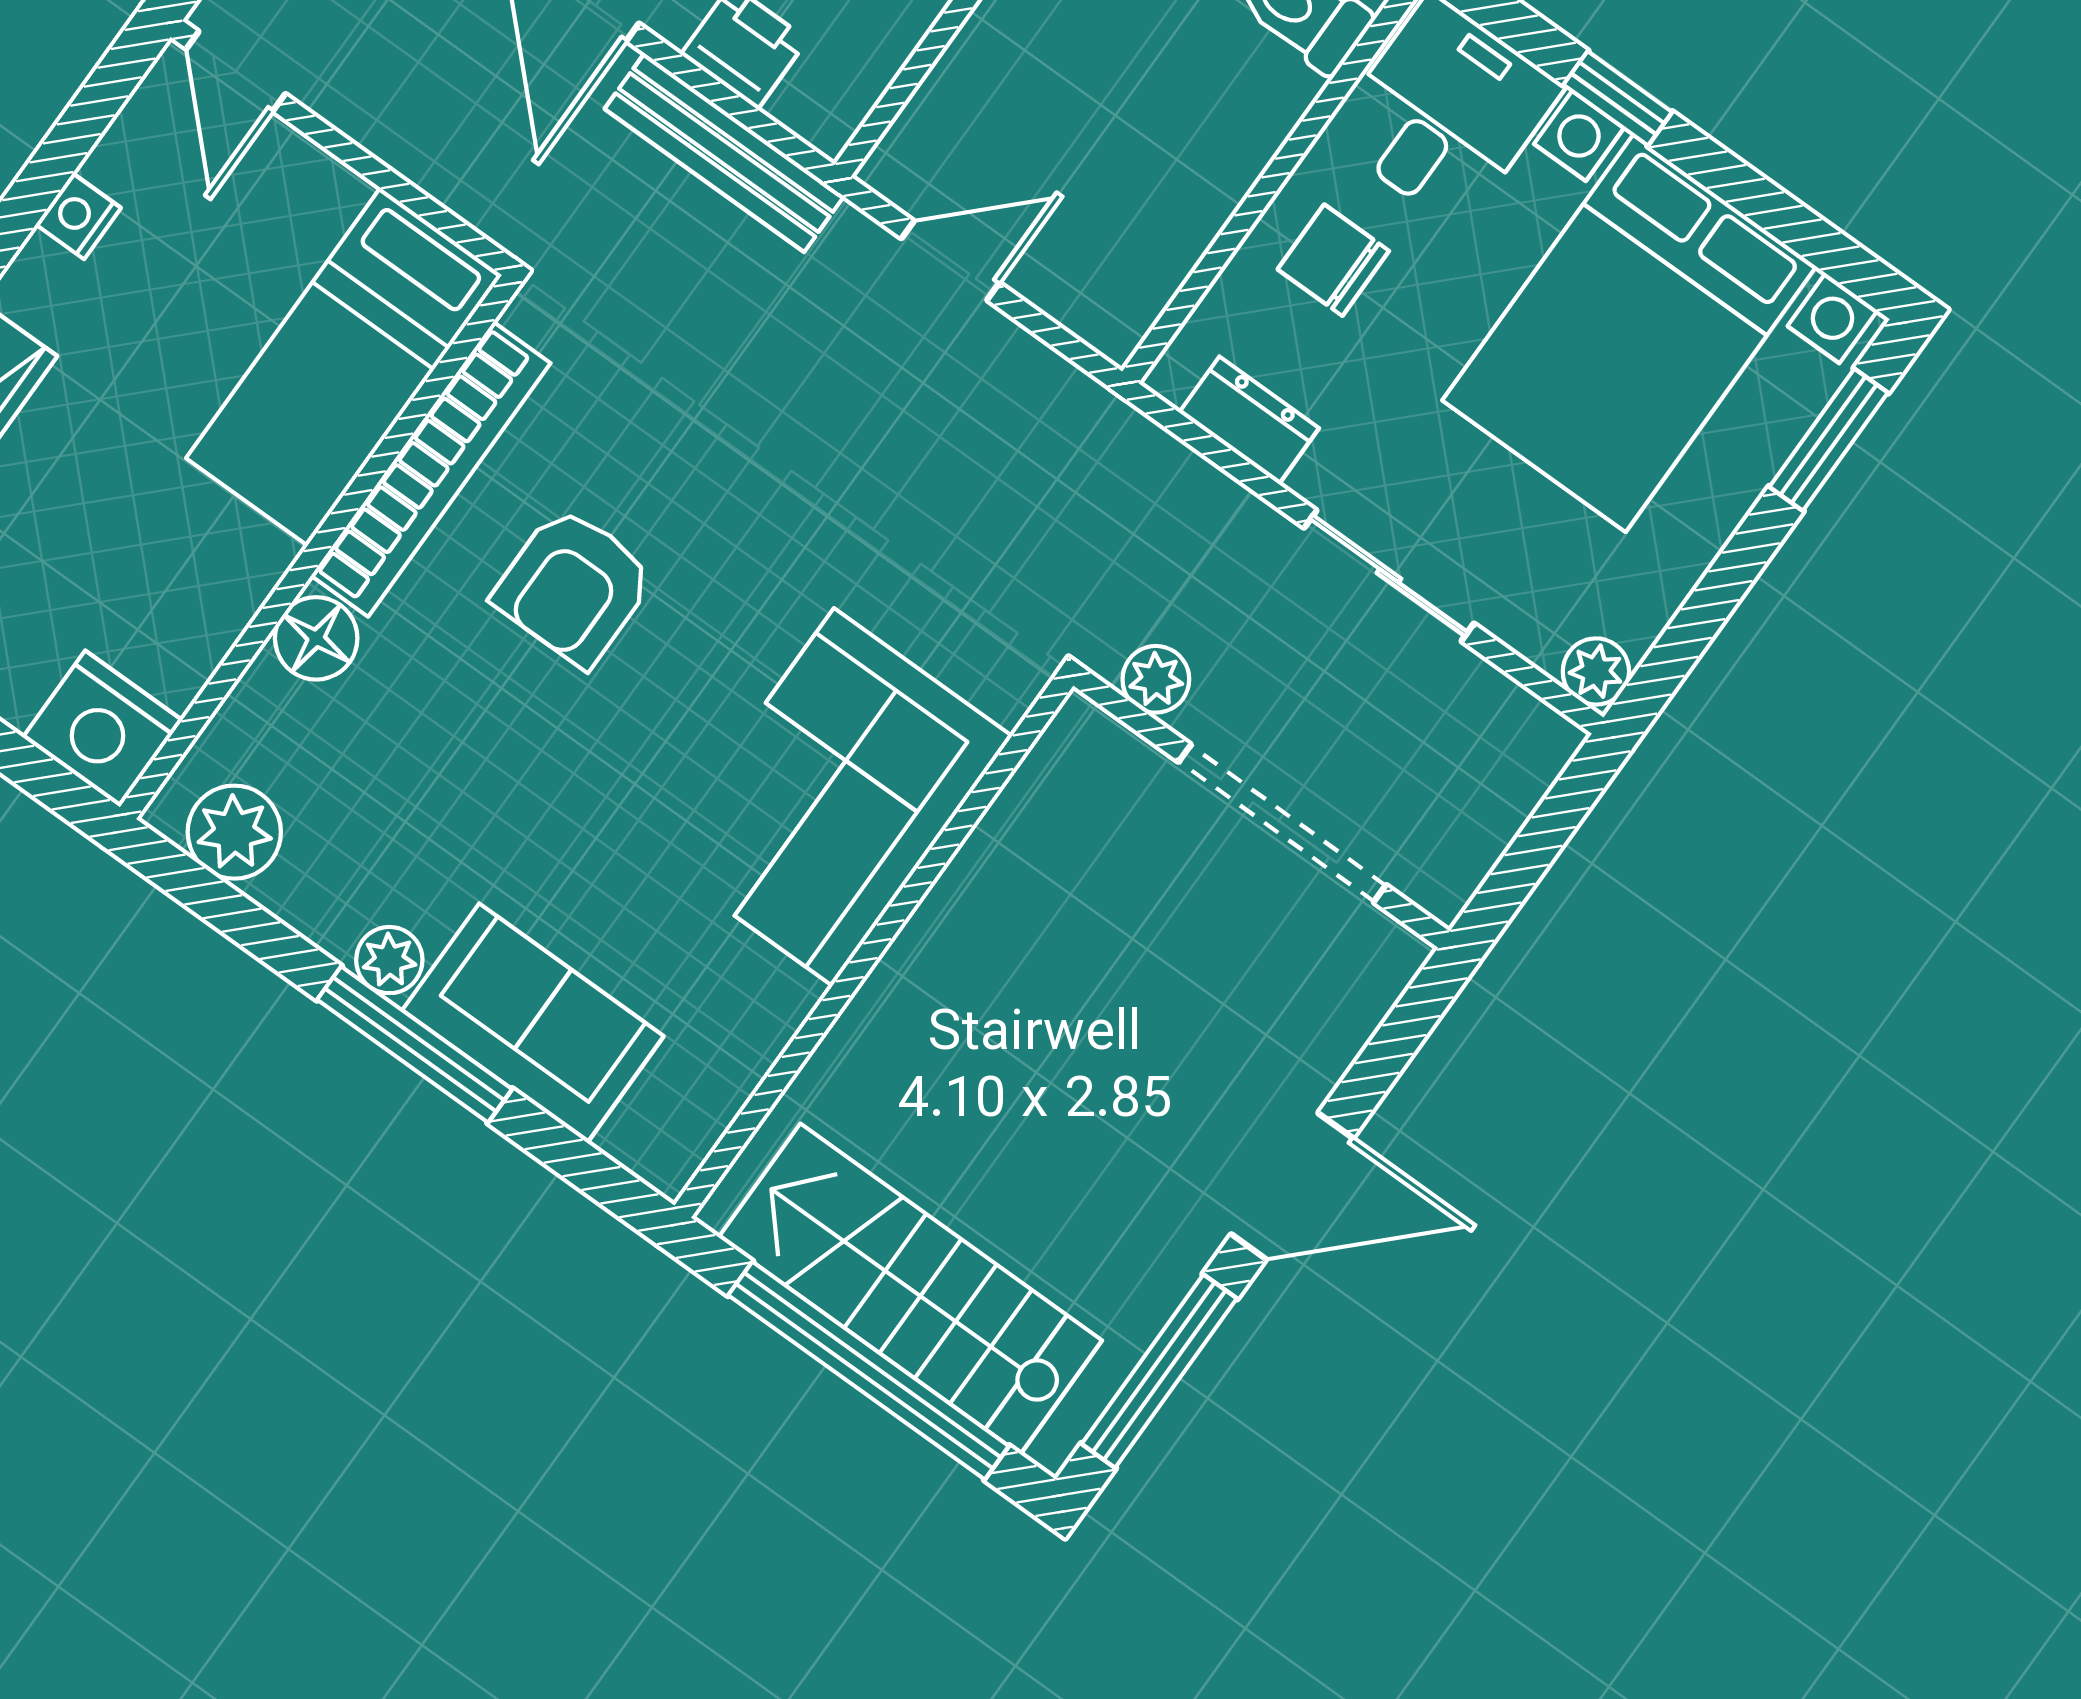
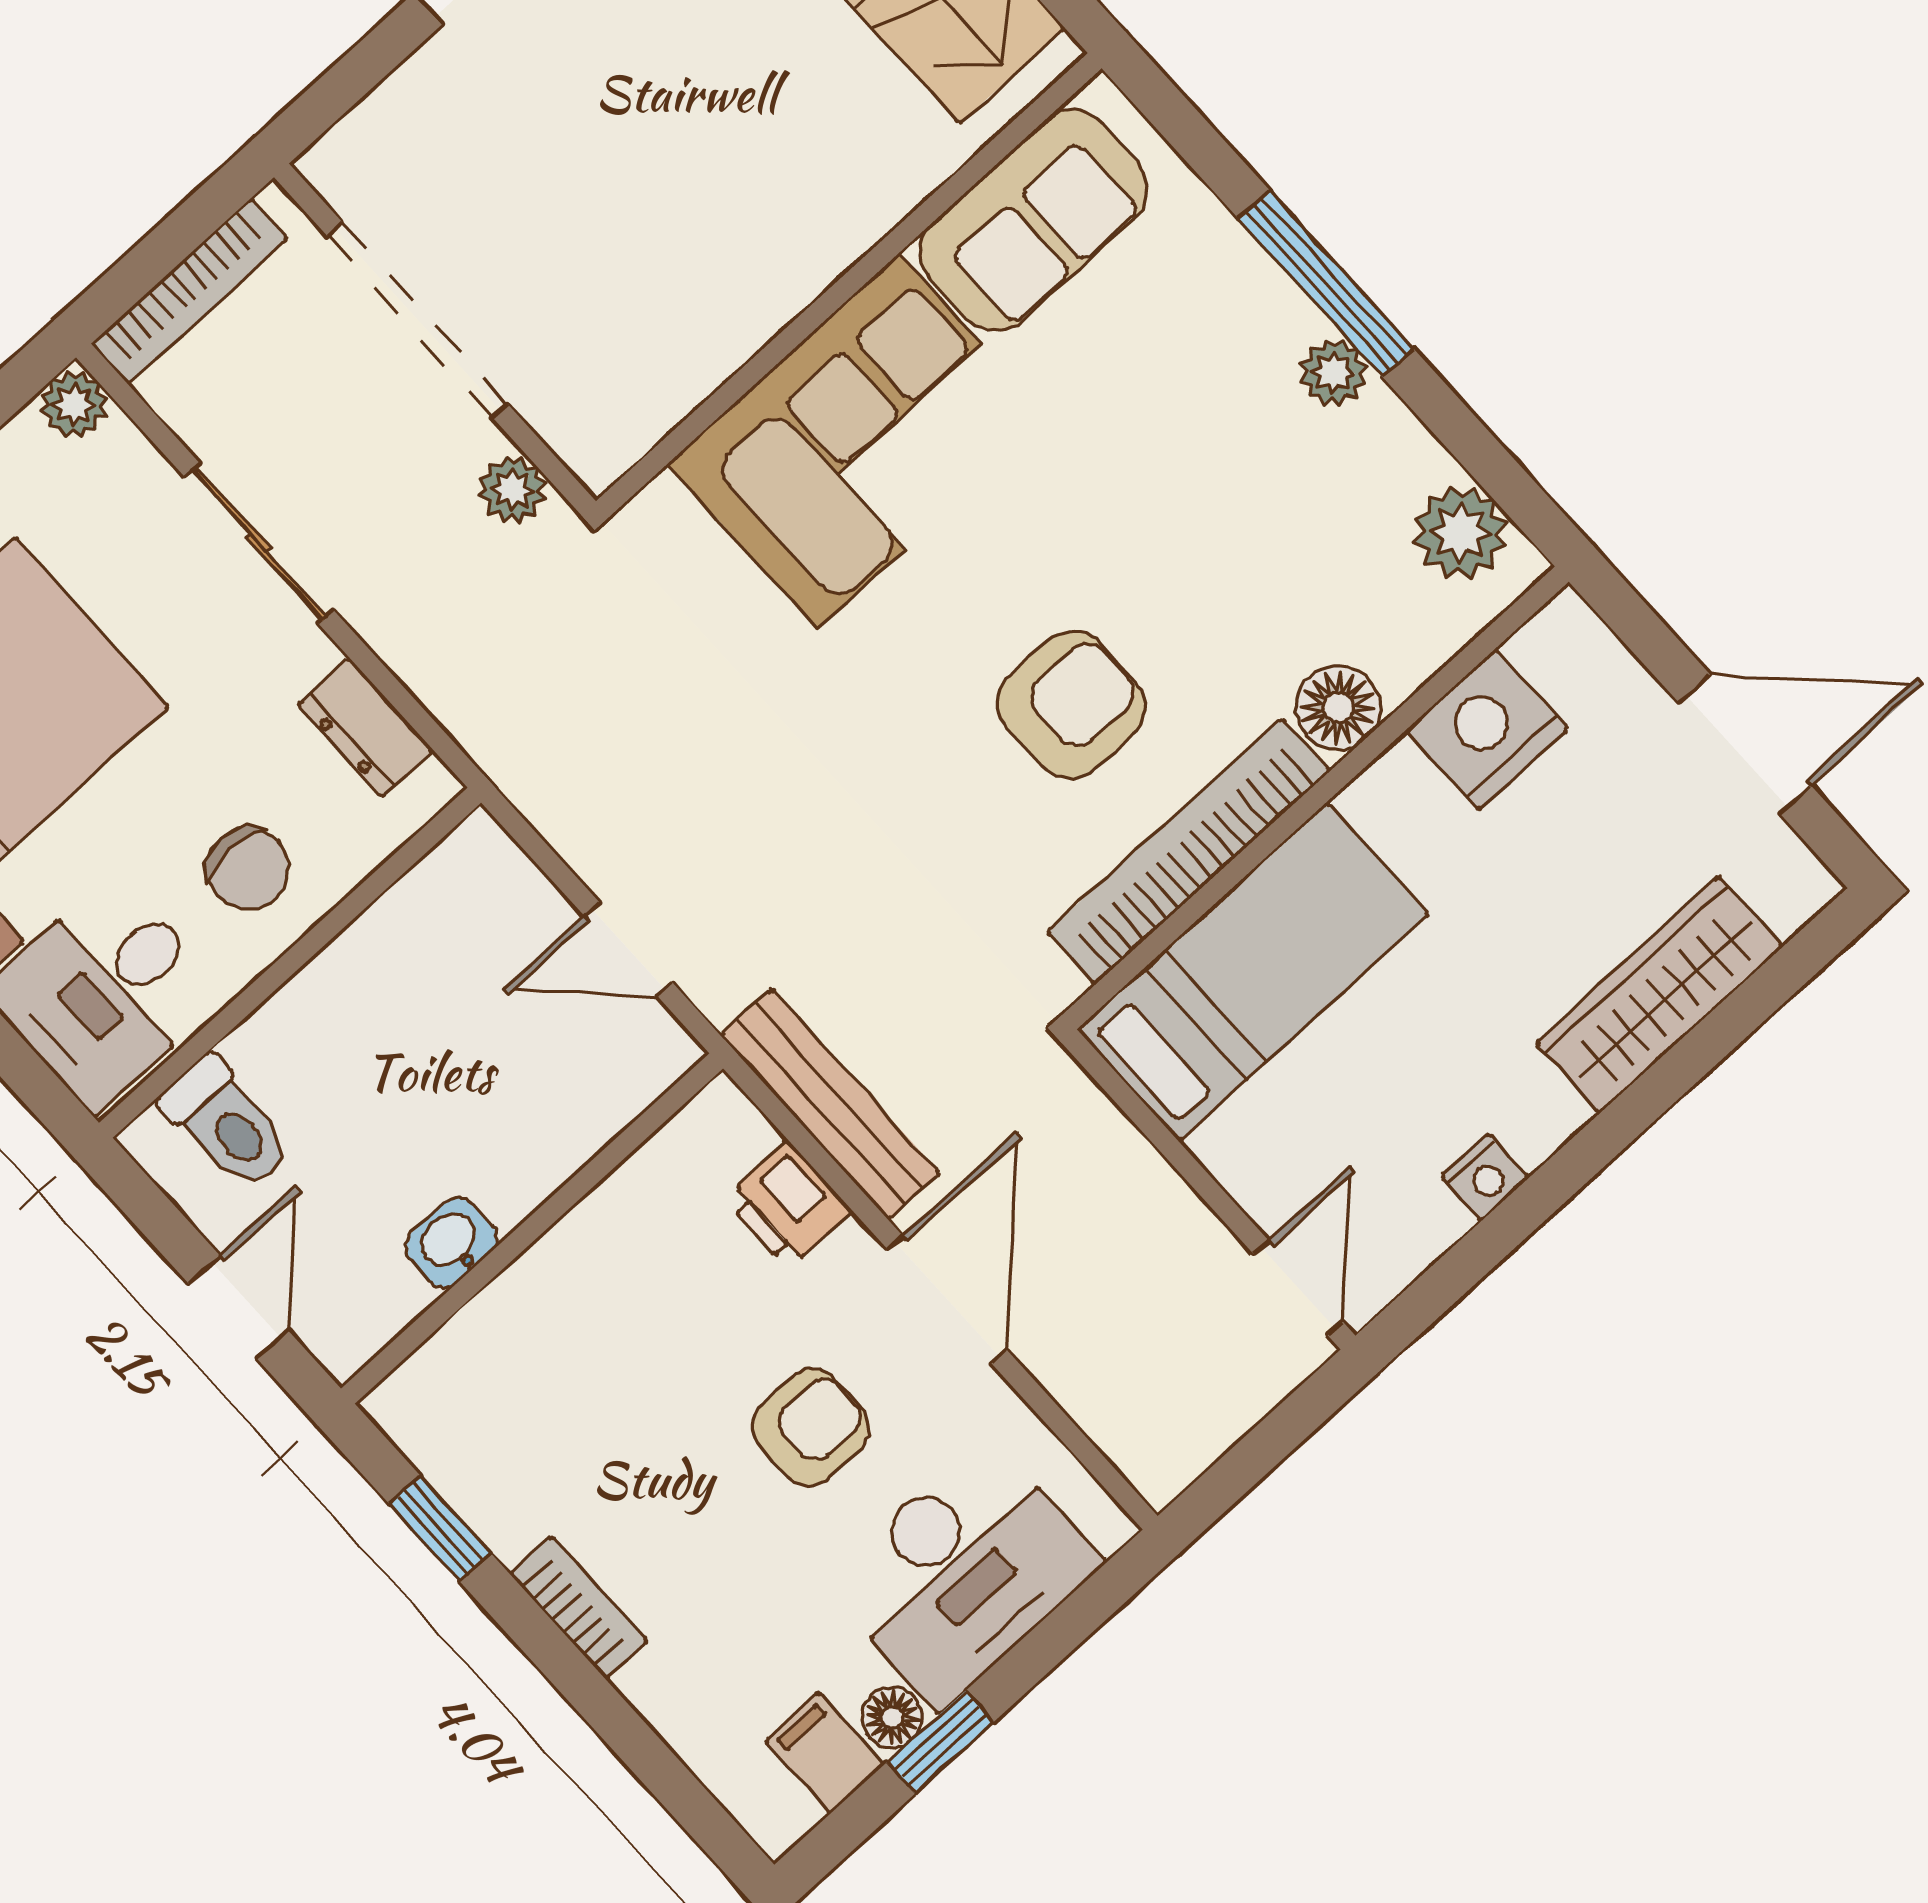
nightstand: (103, 729) -> (1487, 729), moved, turned -90
bookcase: (1508, 804) -> (189, 292), added
sofa: (533, 1023) -> (1034, 220), moved, turned -90

